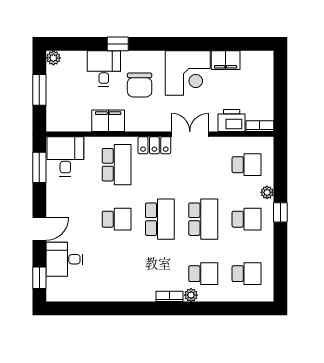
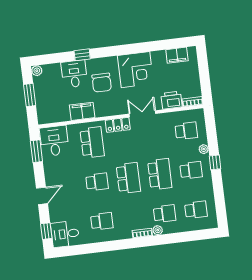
filing cabinet: (226, 60) -> (177, 55), moved
desk: (65, 259) -> (65, 234), moved
school desk: (117, 274) -> (102, 221), added

